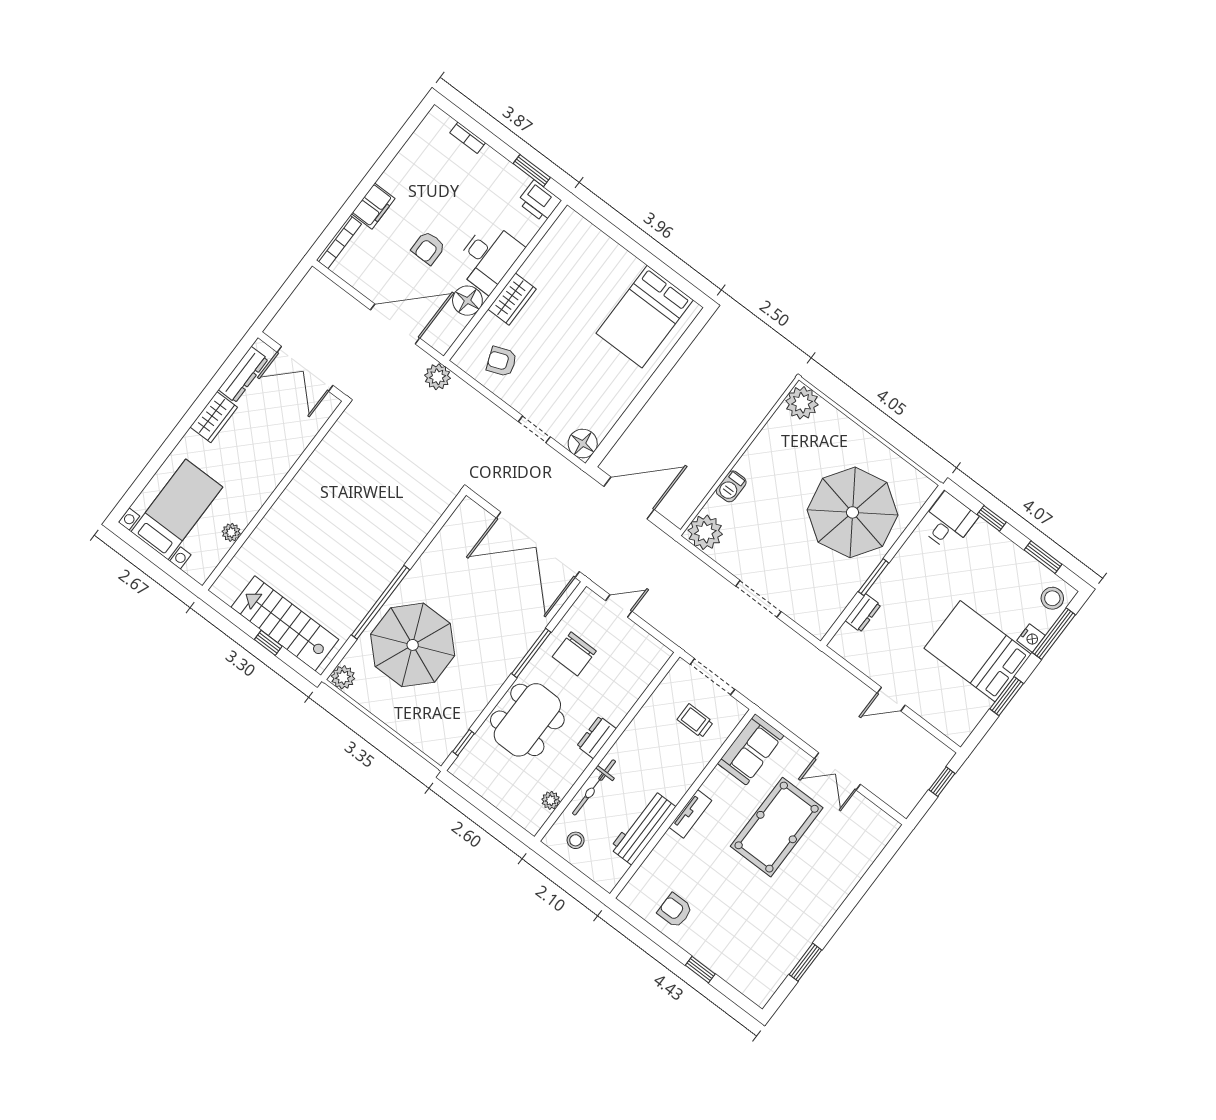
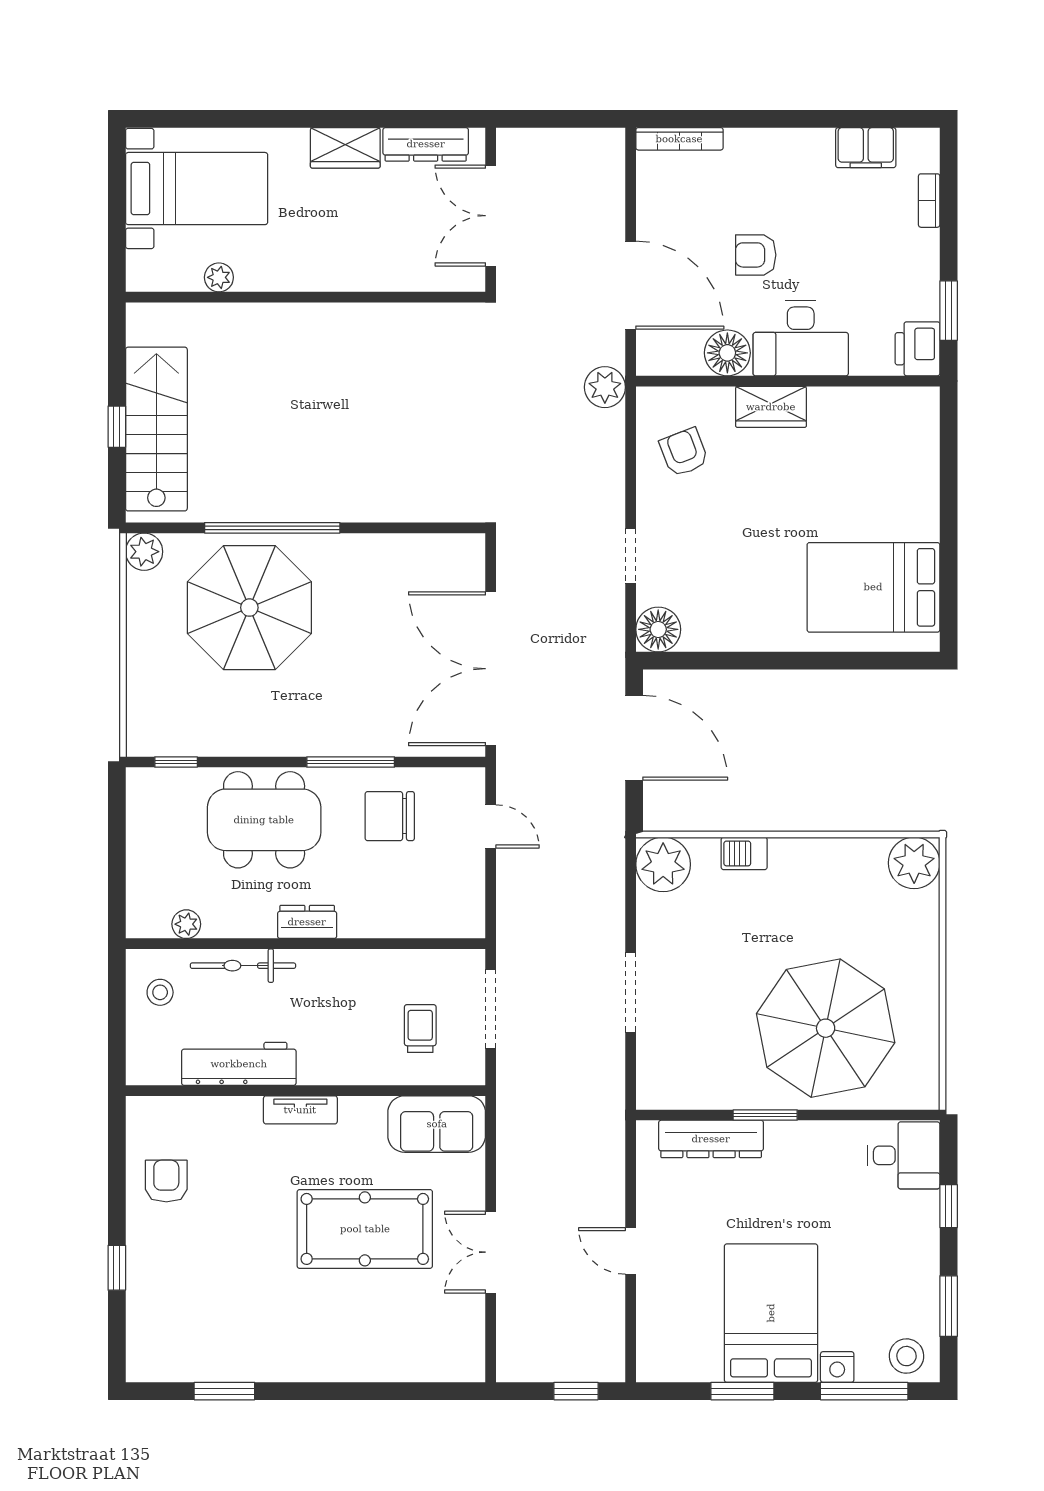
filing cabinet: (373, 206) -> (866, 148), moved
dresser: (863, 613) -> (711, 1139), width x1.96, depth x1.24

